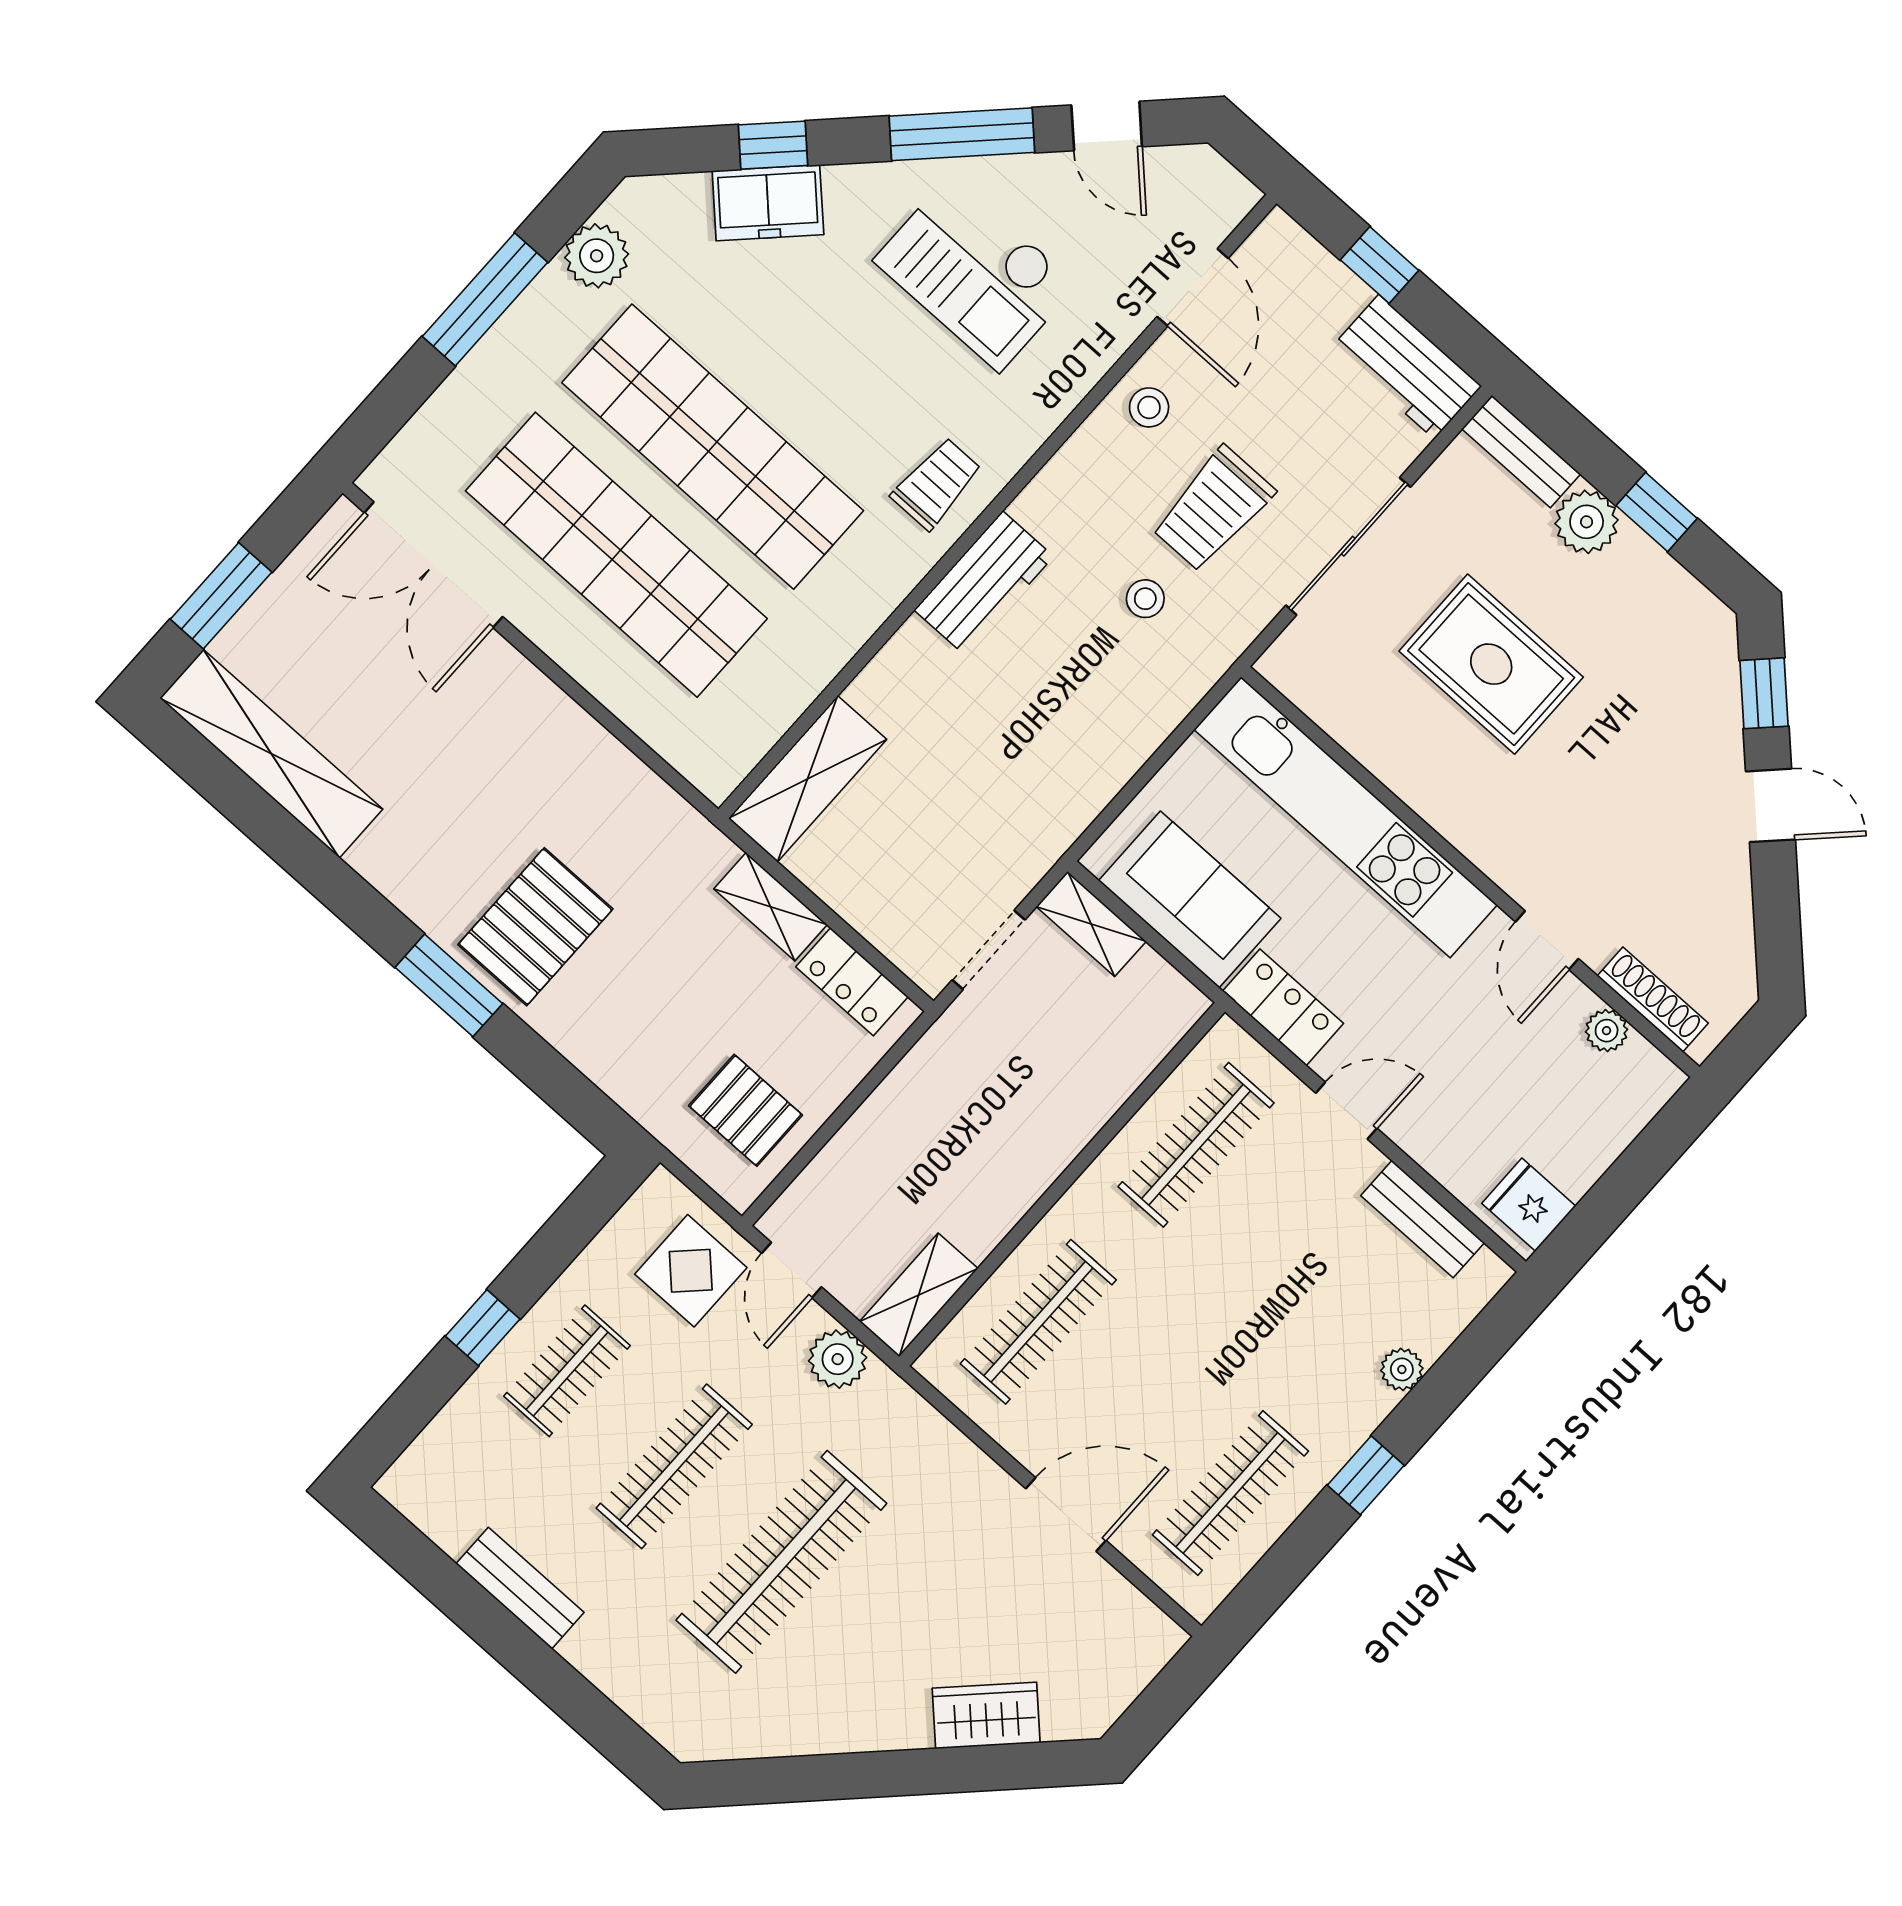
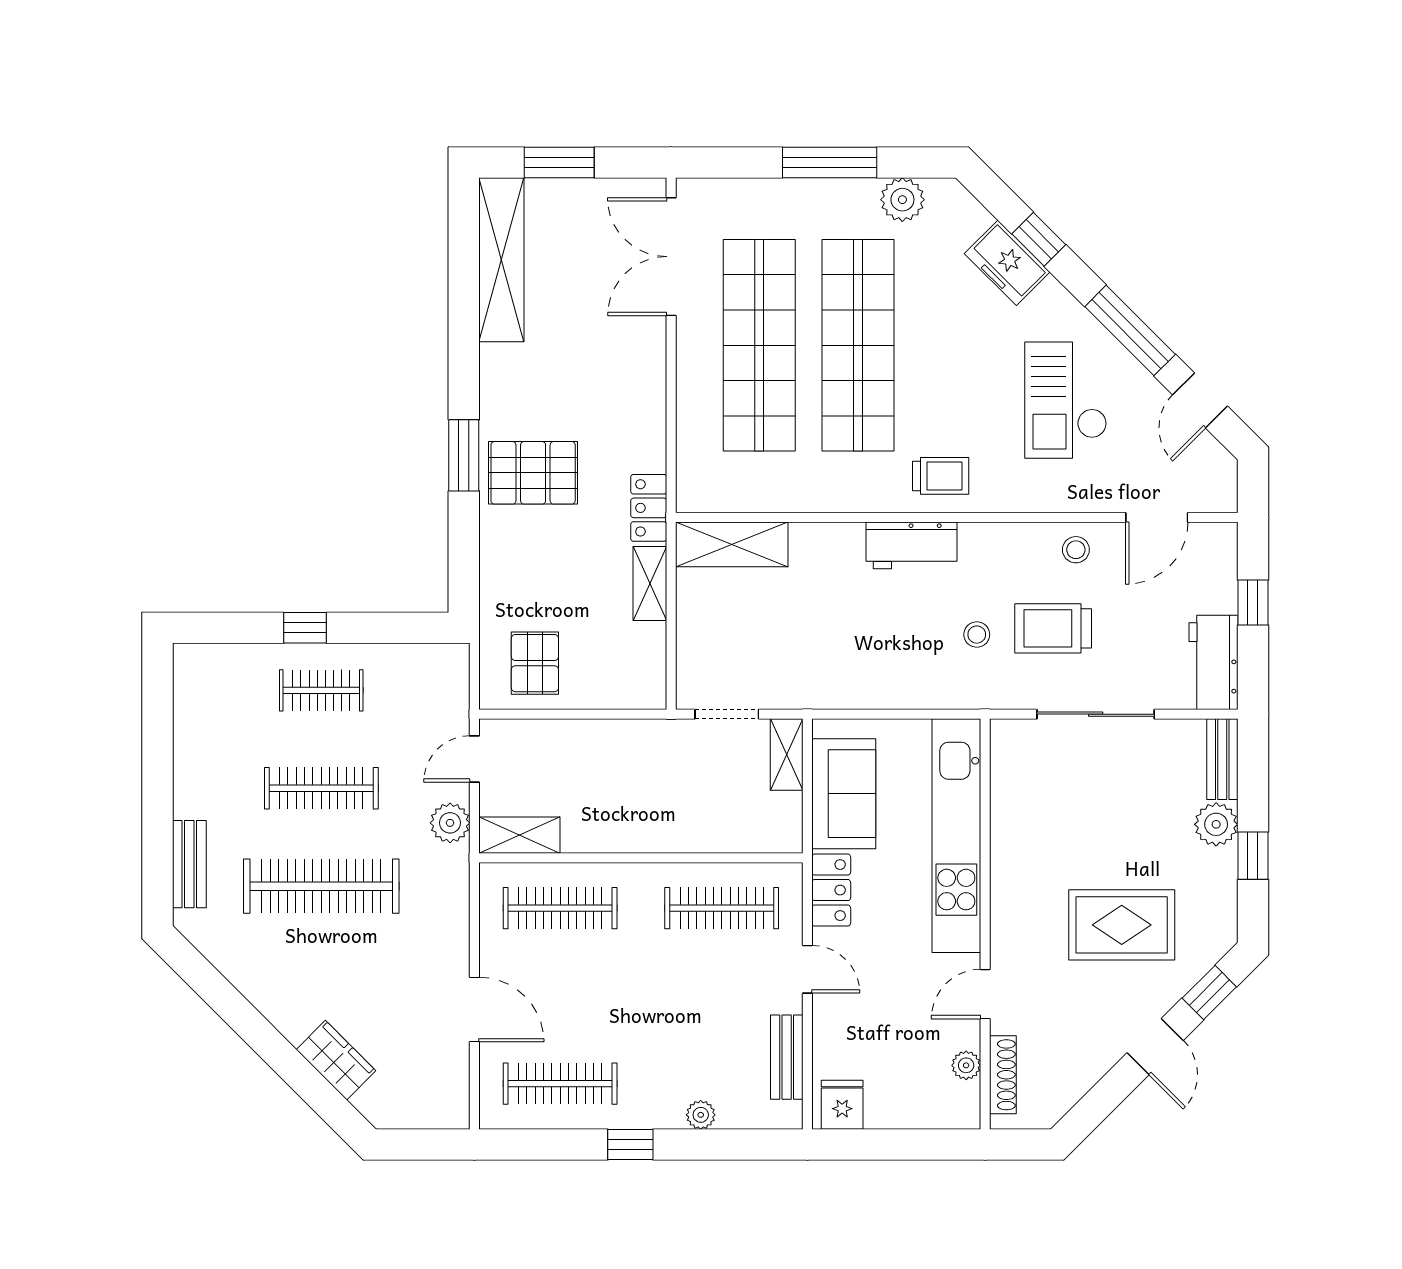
rug: (1491, 664) -> (1122, 925), moved, turned 90
locker: (852, 982) -> (649, 508), moved
display table: (691, 1271) -> (428, 708), removed
bench: (520, 1588) -> (189, 864), moved

